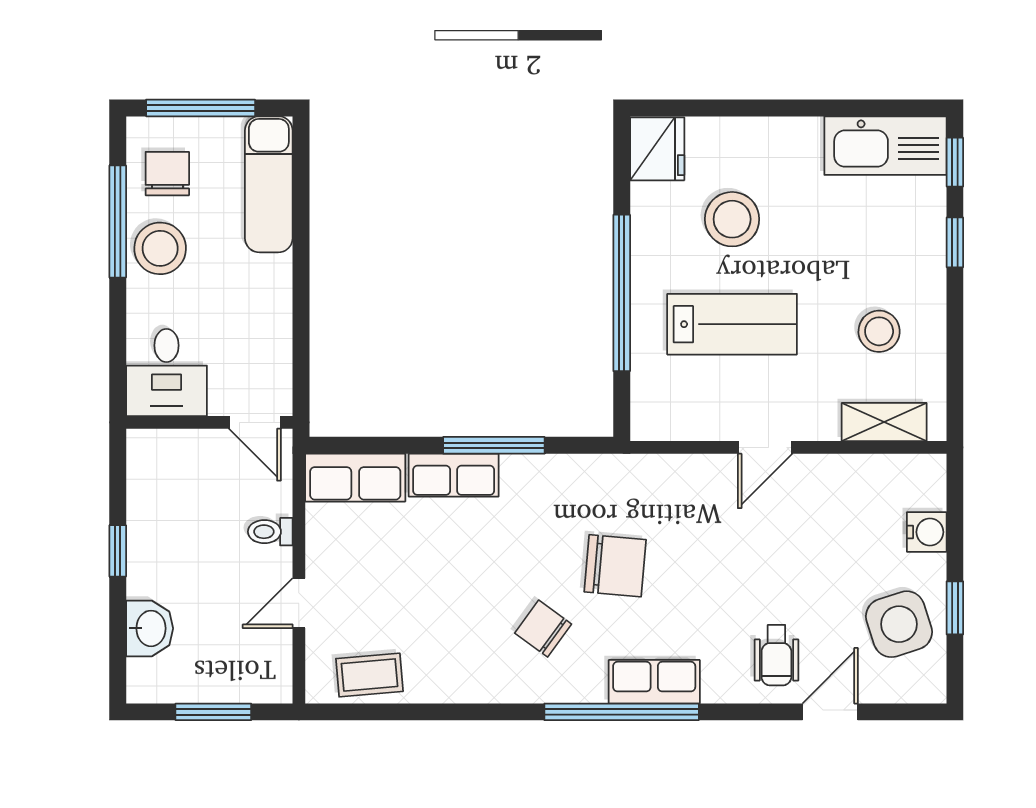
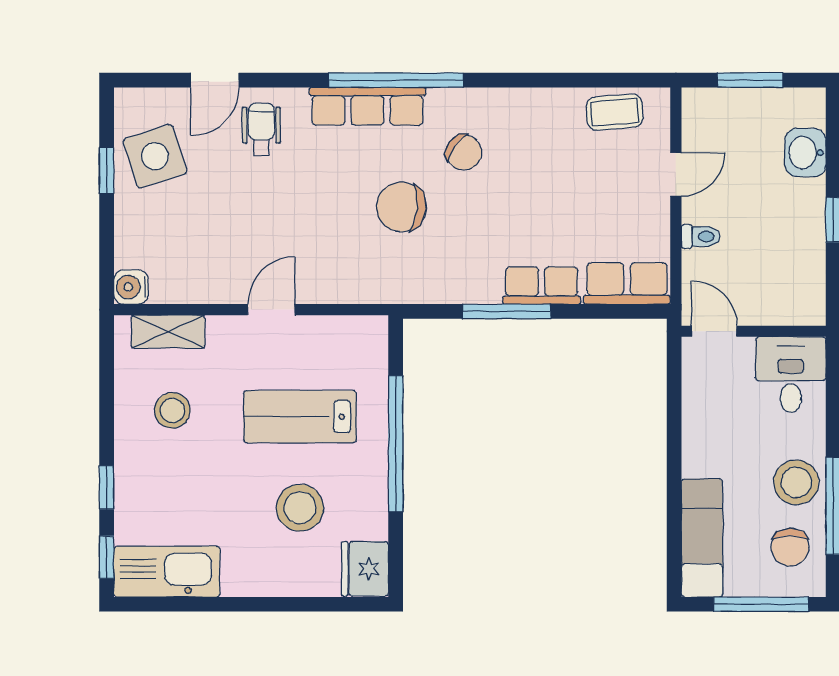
water cooler: (927, 532) -> (131, 287), moved
row of seats: (654, 682) -> (368, 106), width x1.48

